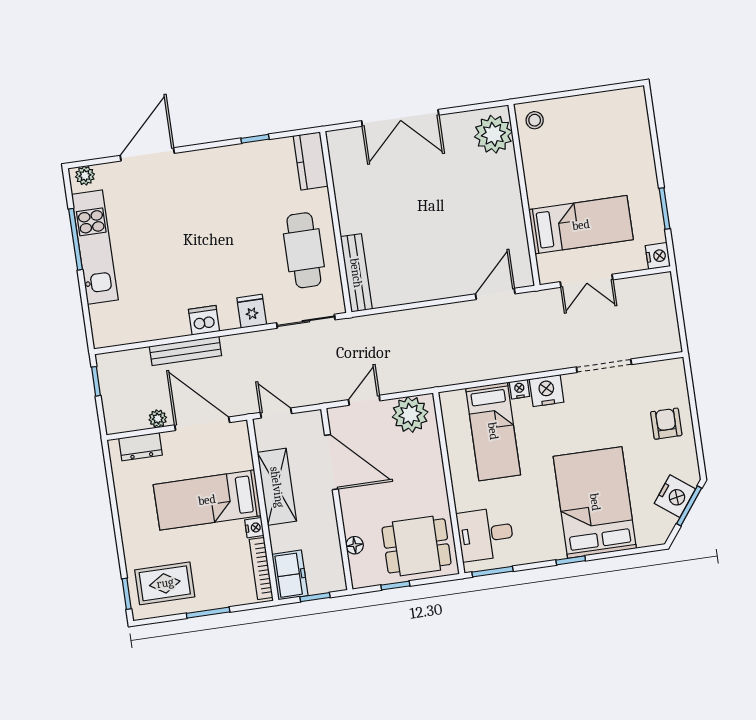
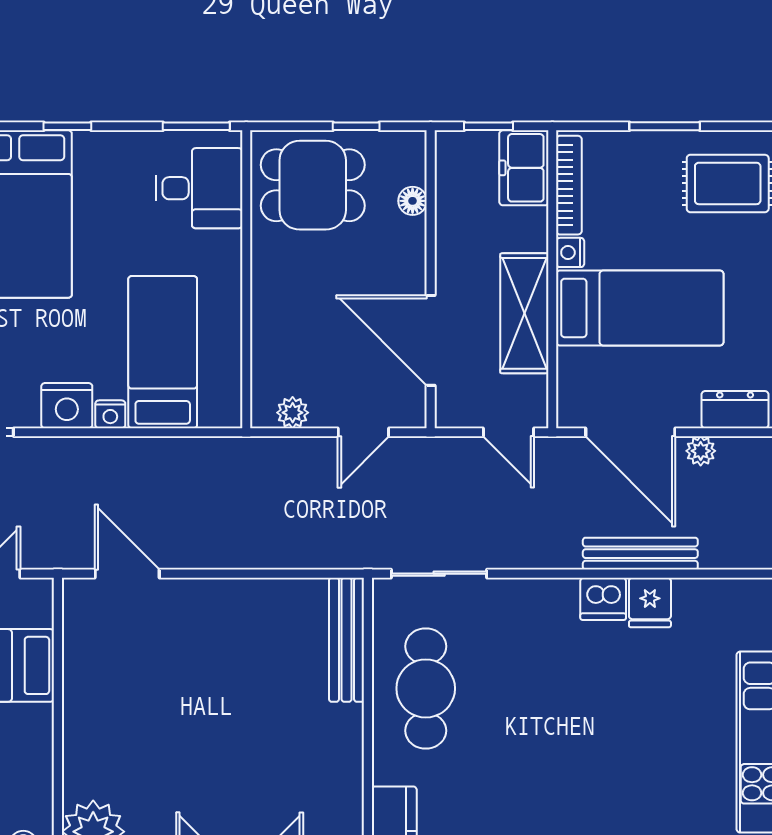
door: (495, 294) -> (127, 574), swing flipped
fridge: (252, 311) -> (650, 602), moved
plant: (410, 414) -> (293, 413), width x0.53, depth x0.53

